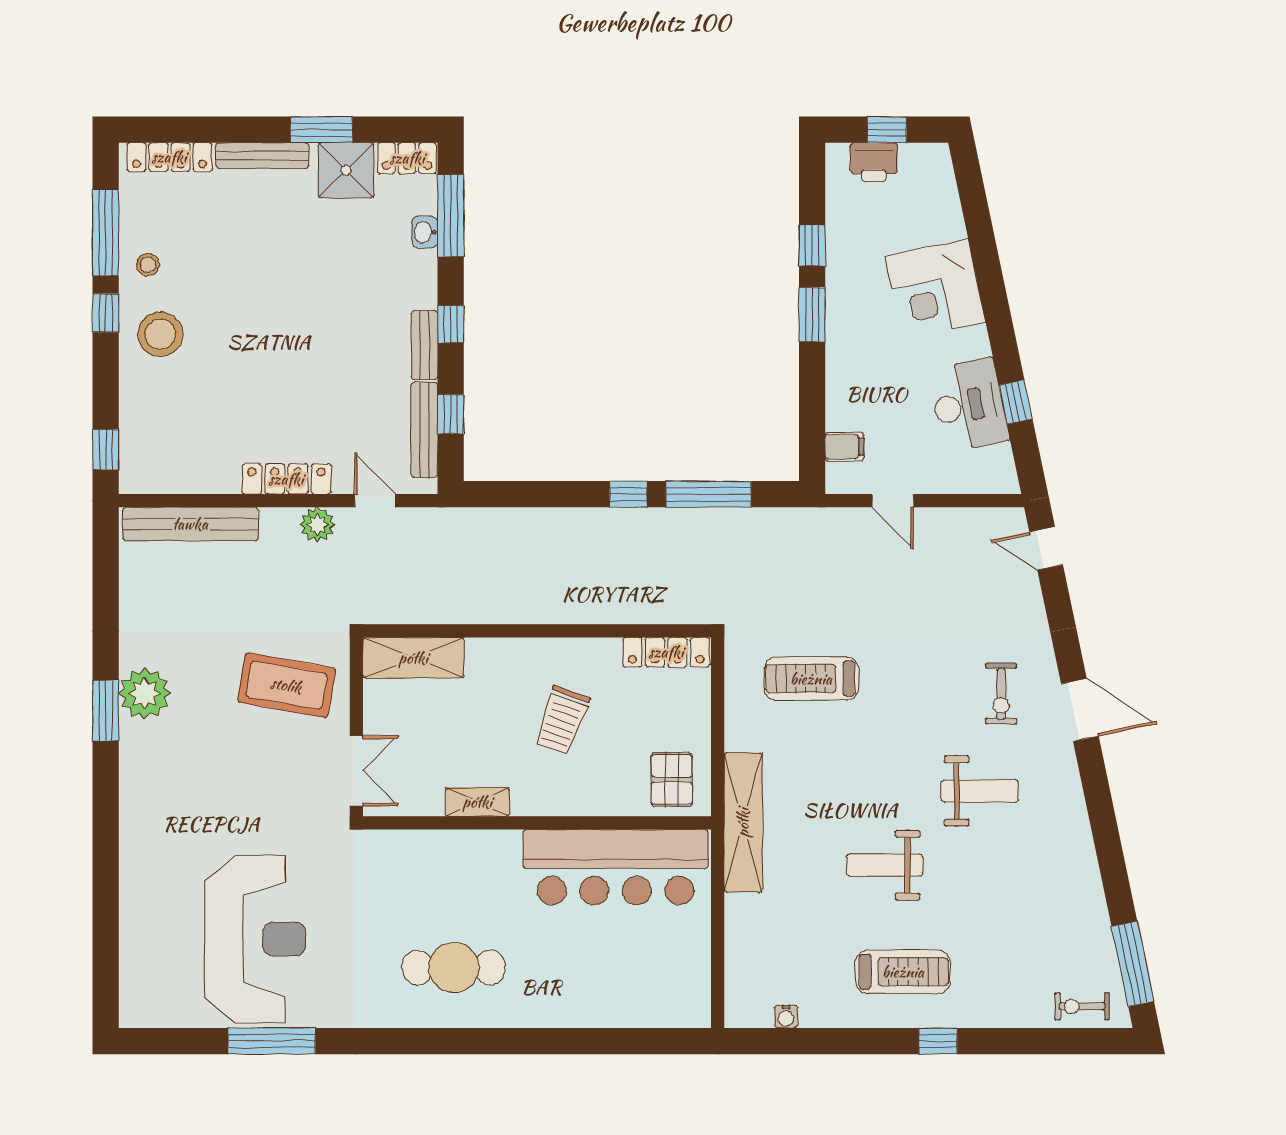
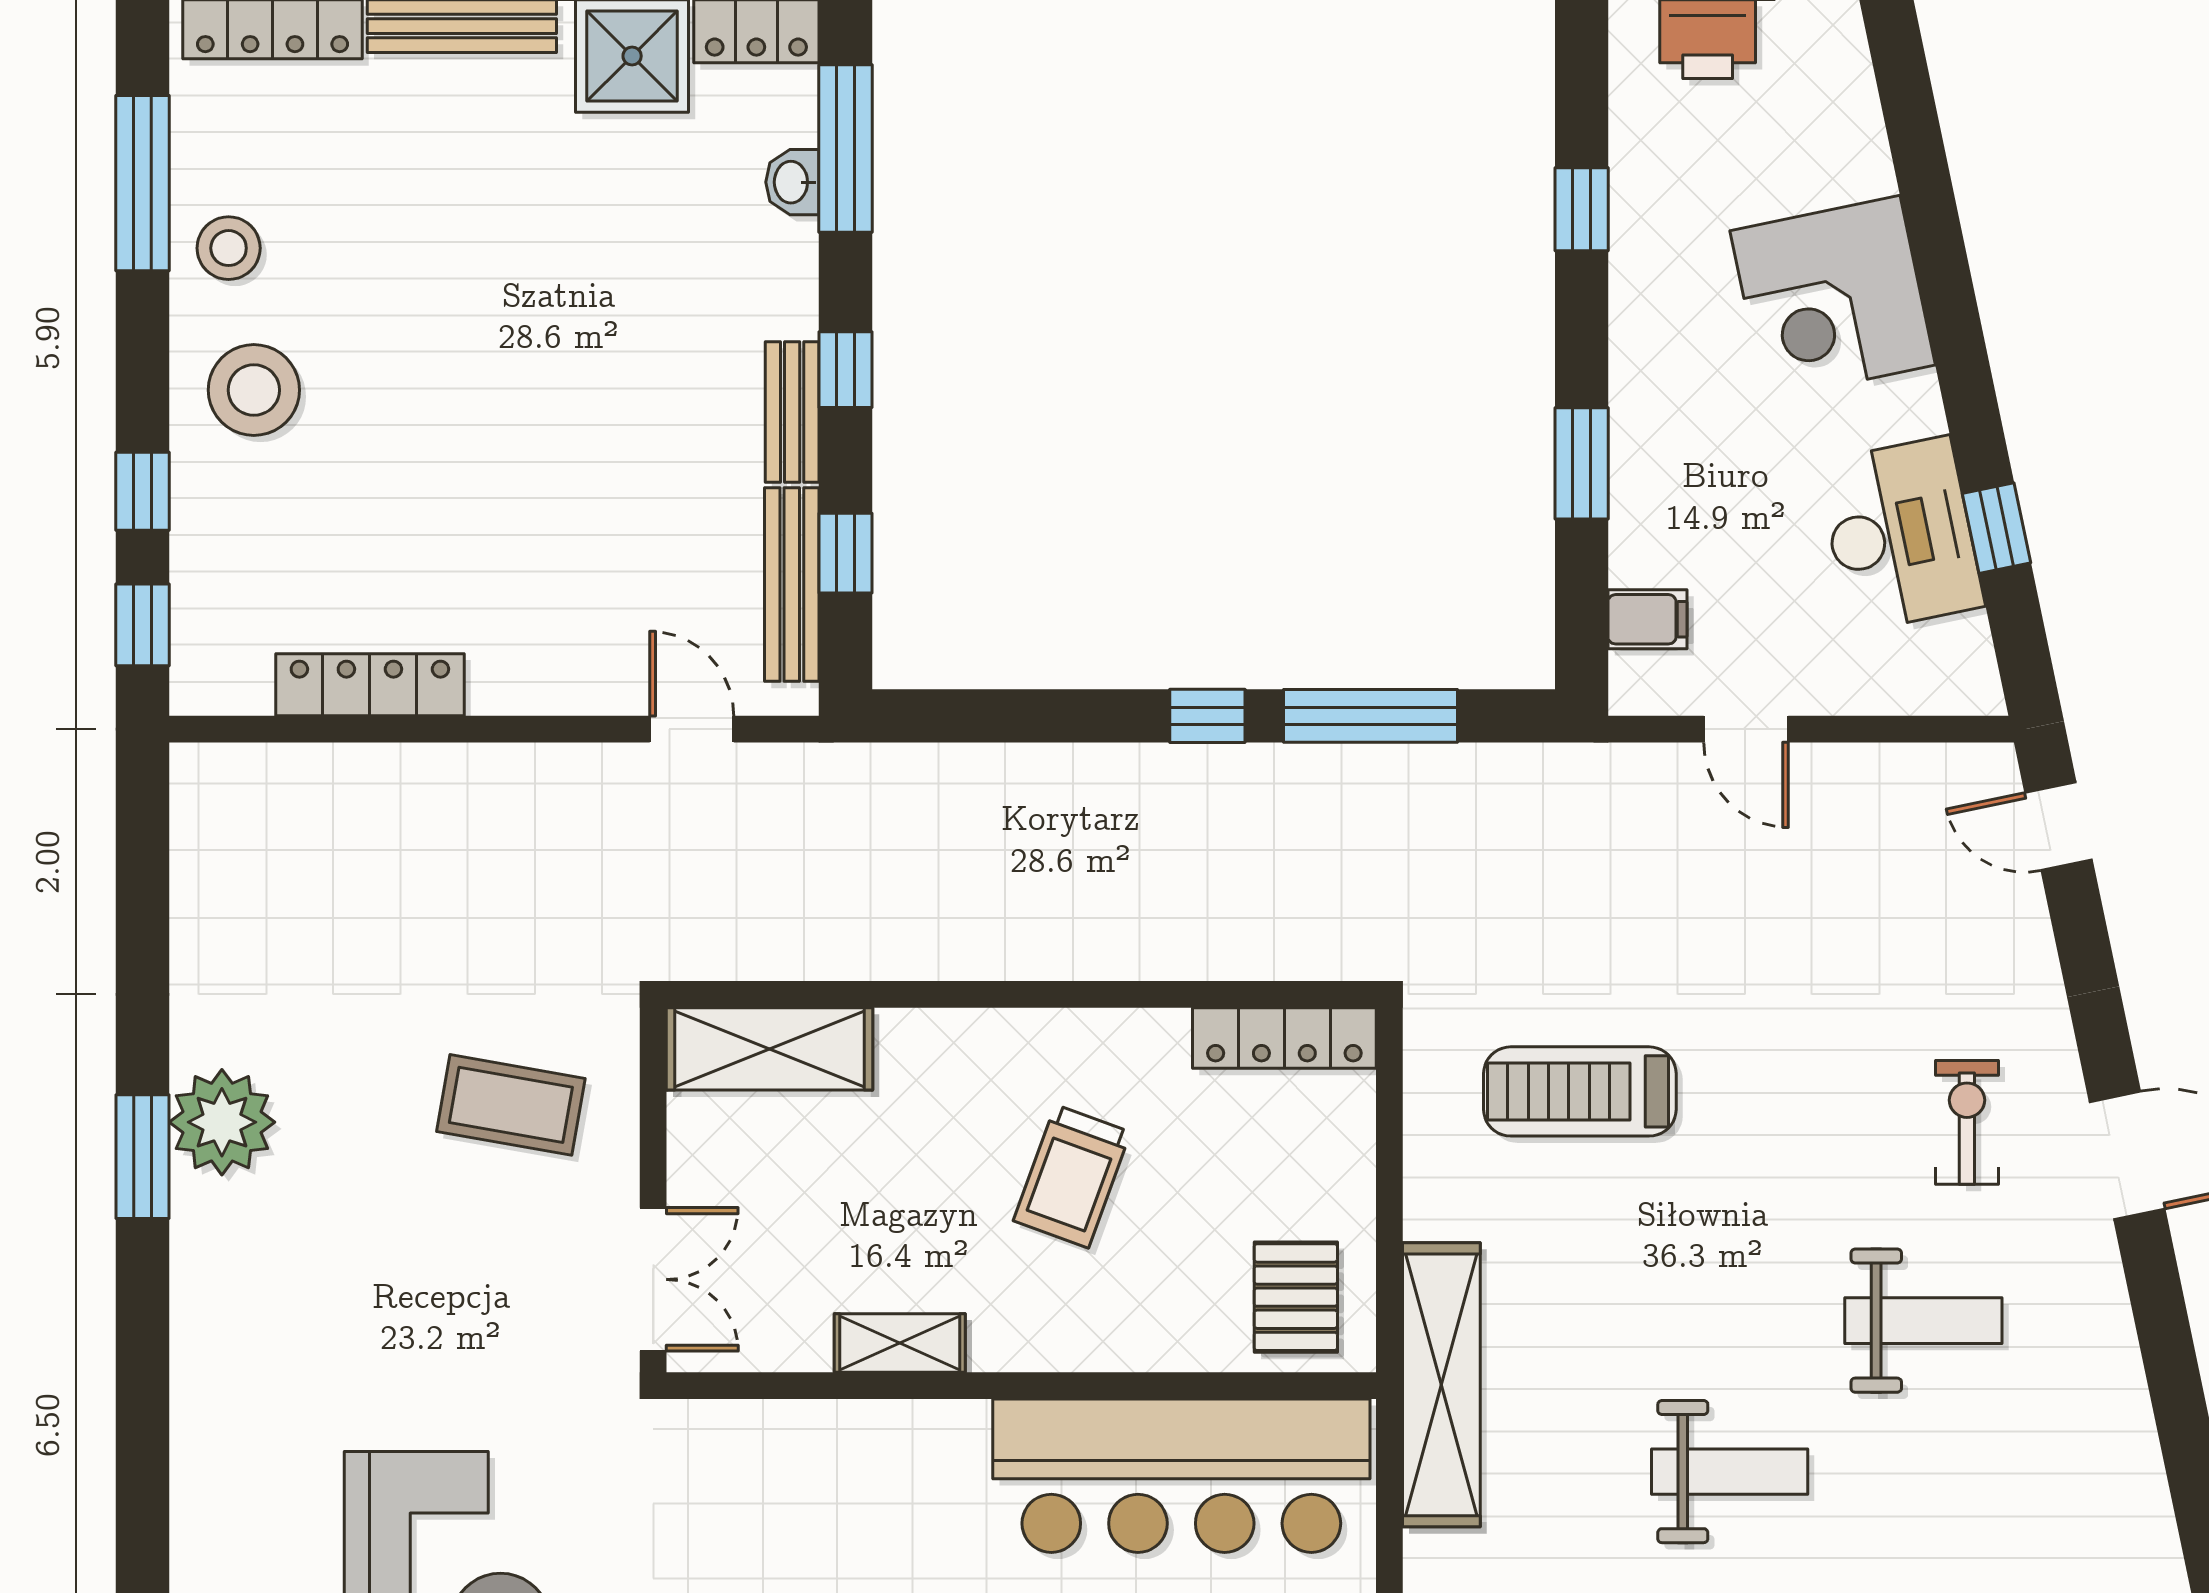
stool: (148, 265) -> (229, 248), width x1.37, depth x1.37
window: (106, 313) -> (143, 491), moved
window: (812, 315) -> (1582, 463), moved
locker: (286, 479) -> (370, 685), moved
bench: (190, 524) -> (315, 777), removed
plant: (317, 525) -> (574, 778), removed
coffee table: (286, 685) -> (511, 1105), width x0.73, depth x0.76
exercise bike: (1001, 694) -> (1967, 1122), turned 180
weight bench: (885, 865) -> (1730, 1472), turned 180

